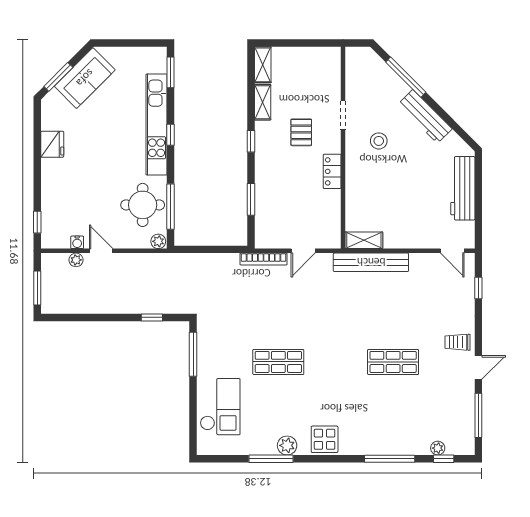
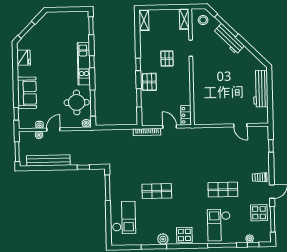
sofa: (85, 78) -> (27, 93), moved, turned -45
shelving: (263, 102) -> (184, 19), moved
workbench: (425, 116) -> (229, 39), moved
kitchen unit: (157, 124) -> (84, 64), width x0.73
stool: (379, 141) -> (203, 20), moved
fridge: (52, 144) -> (24, 58), moved
locker: (332, 171) -> (186, 115), moved
pallet: (270, 172) -> (149, 82), added
shelving: (364, 240) -> (204, 120), removed
door: (101, 251) -> (53, 129), hinge flipped
door: (303, 251) -> (170, 127), swing flipped
door: (452, 251) -> (240, 125), moved
bench: (371, 262) -> (48, 160), moved
display table: (455, 404) -> (259, 213), added
checkout: (385, 423) -> (219, 225), added

